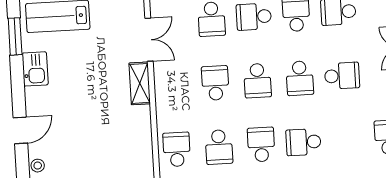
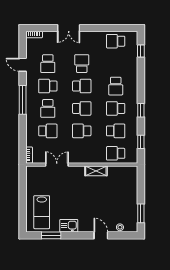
shelving: (140, 83) -> (96, 171), moved

